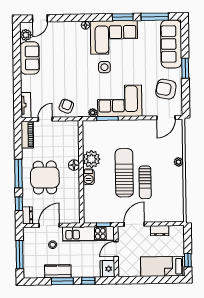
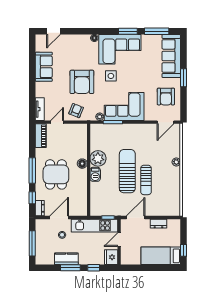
plant: (26, 35) -> (41, 46), removed
armchair: (72, 74) -> (82, 82), added
armchair: (166, 89) -> (166, 97), turned -101

